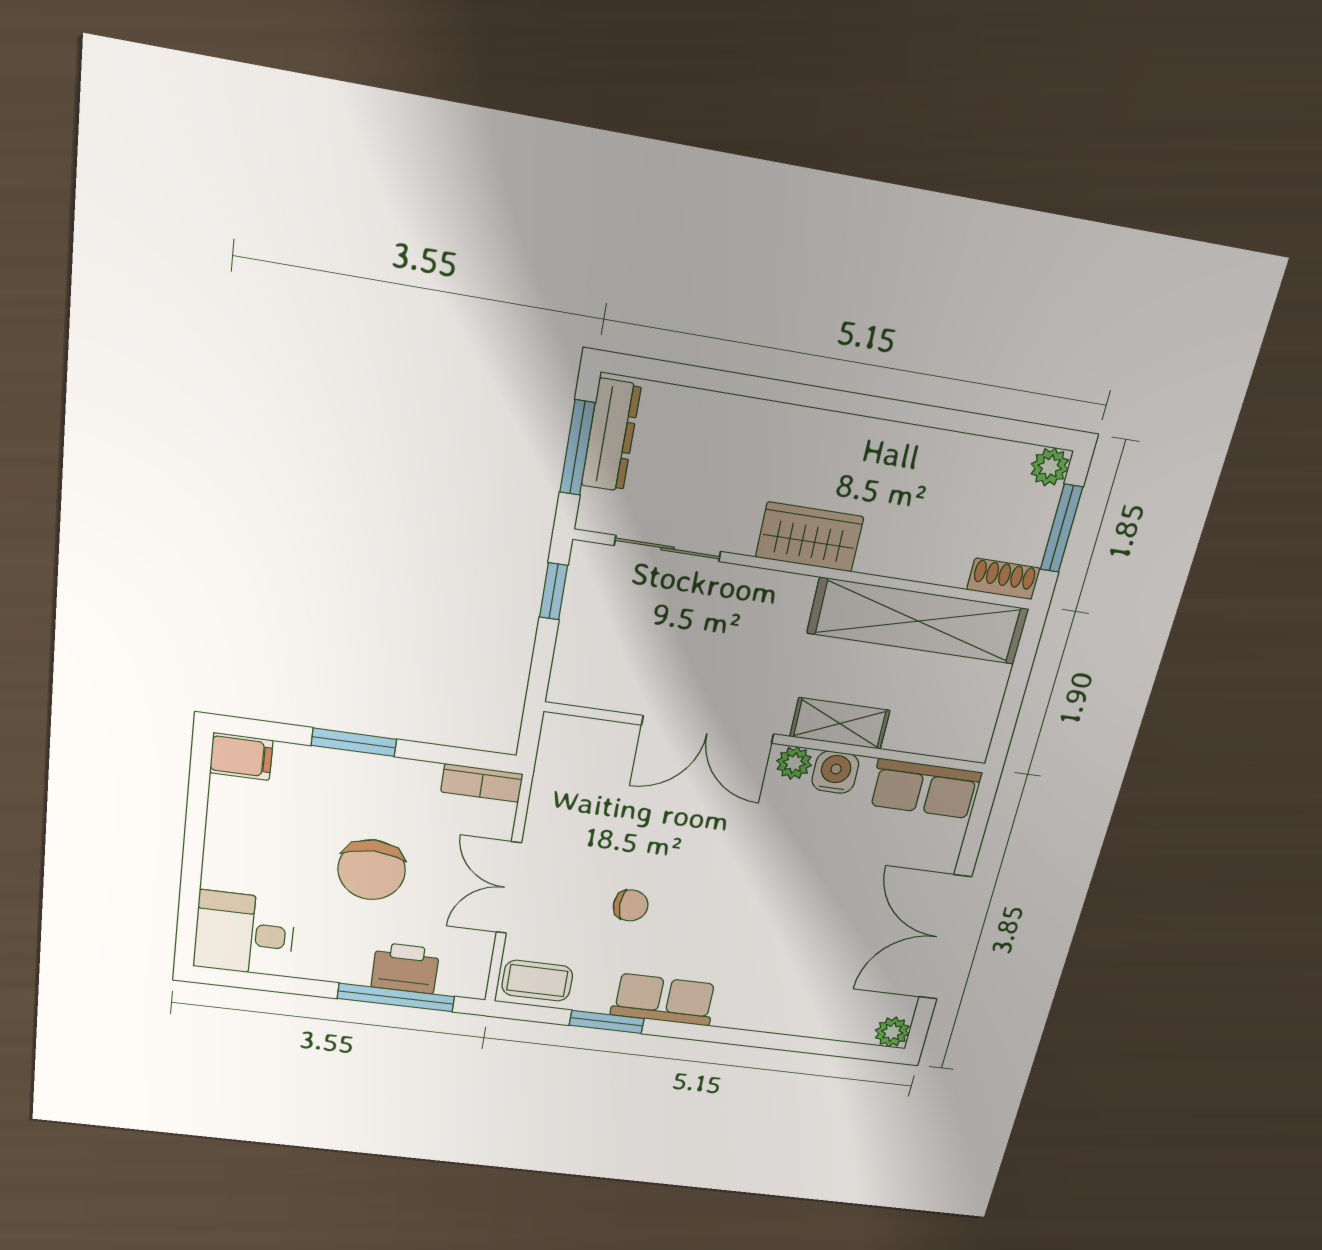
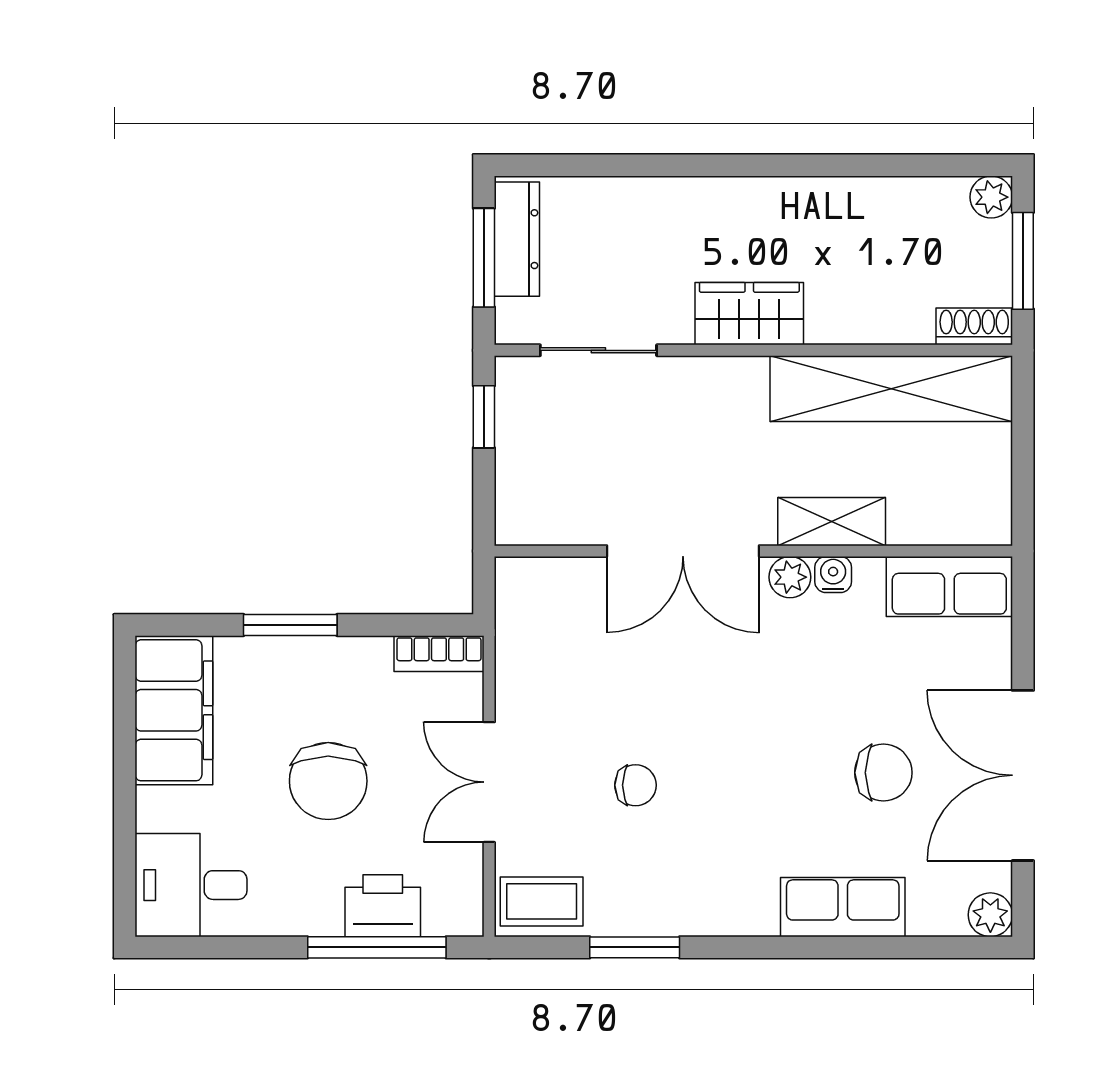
filing cabinet: (241, 757) -> (174, 710), width x3.00, depth x1.17
water cooler: (835, 772) -> (833, 575), width x0.72, depth x0.72
chair: (835, 921) -> (883, 773), added
row of seats: (664, 1000) -> (843, 907), moved

